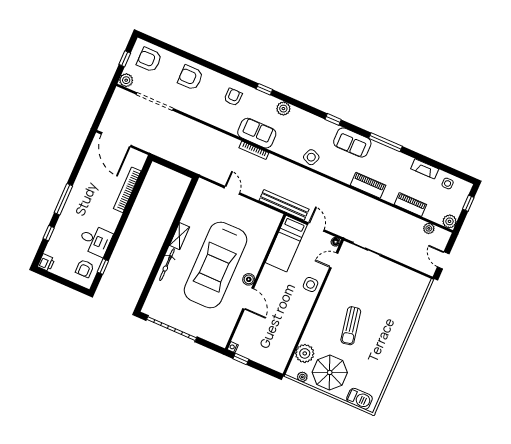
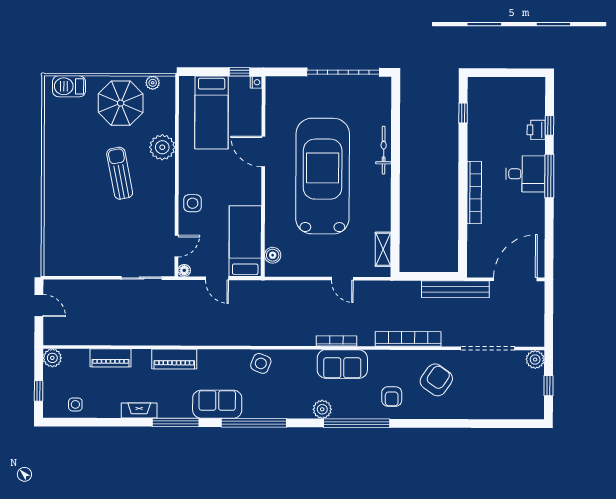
armchair: (149, 60) -> (517, 398), removed
armchair: (190, 78) -> (436, 380), moved, turned -55
window: (264, 89) -> (357, 423), width x3.17
window: (333, 119) -> (254, 423), width x3.17
bookcase: (205, 131) -> (408, 339), added
door: (116, 140) -> (515, 279), hinge flipped
fireplace: (425, 169) -> (139, 410), moved
bookcase: (127, 190) -> (474, 192), moved
bench: (284, 205) -> (455, 289), moved
plant: (429, 228) -> (74, 338), removed
shelving: (180, 236) -> (383, 249), moved
desk: (95, 240) -> (525, 174), moved, turned 180
printer: (46, 263) -> (536, 130), moved
armchair: (85, 269) -> (485, 100), removed
boiler: (249, 279) -> (273, 255), moved
bed: (272, 340) -> (211, 113), added
plant: (305, 353) -> (162, 147), moved

